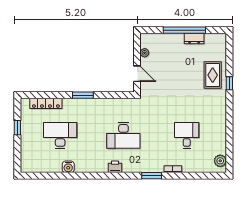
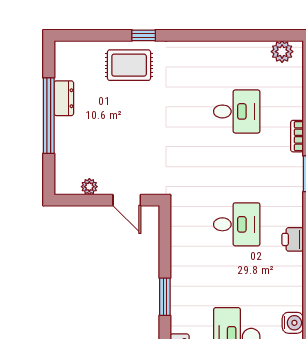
door: (137, 74) -> (127, 200), swing flipped
desk: (123, 135) -> (237, 224), width x0.73
desk: (187, 135) -> (237, 111), turned 180

